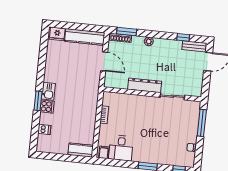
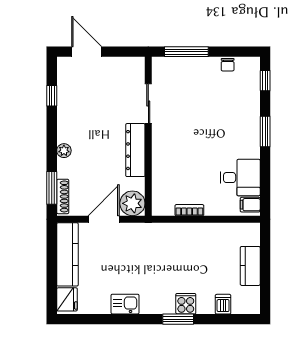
bench: (194, 46) -> (64, 77), removed
plant: (112, 80) -> (132, 203), added
kitchen sink: (48, 91) -> (125, 304), moved
kitchen counter: (81, 150) -> (250, 266), moved

